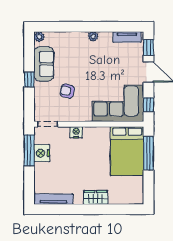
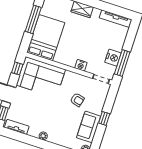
window: (148, 153) -> (33, 19), moved

